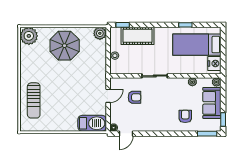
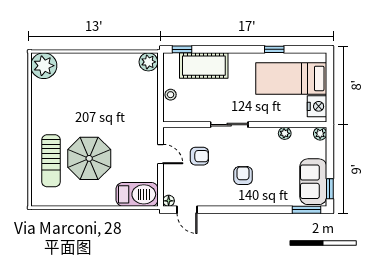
parasol: (65, 46) -> (89, 158), moved
door: (108, 96) -> (161, 154), hinge flipped
sofa: (212, 103) -> (313, 182), moved
armchair: (185, 116) -> (243, 176), moved
door: (126, 134) -> (187, 210), hinge flipped

